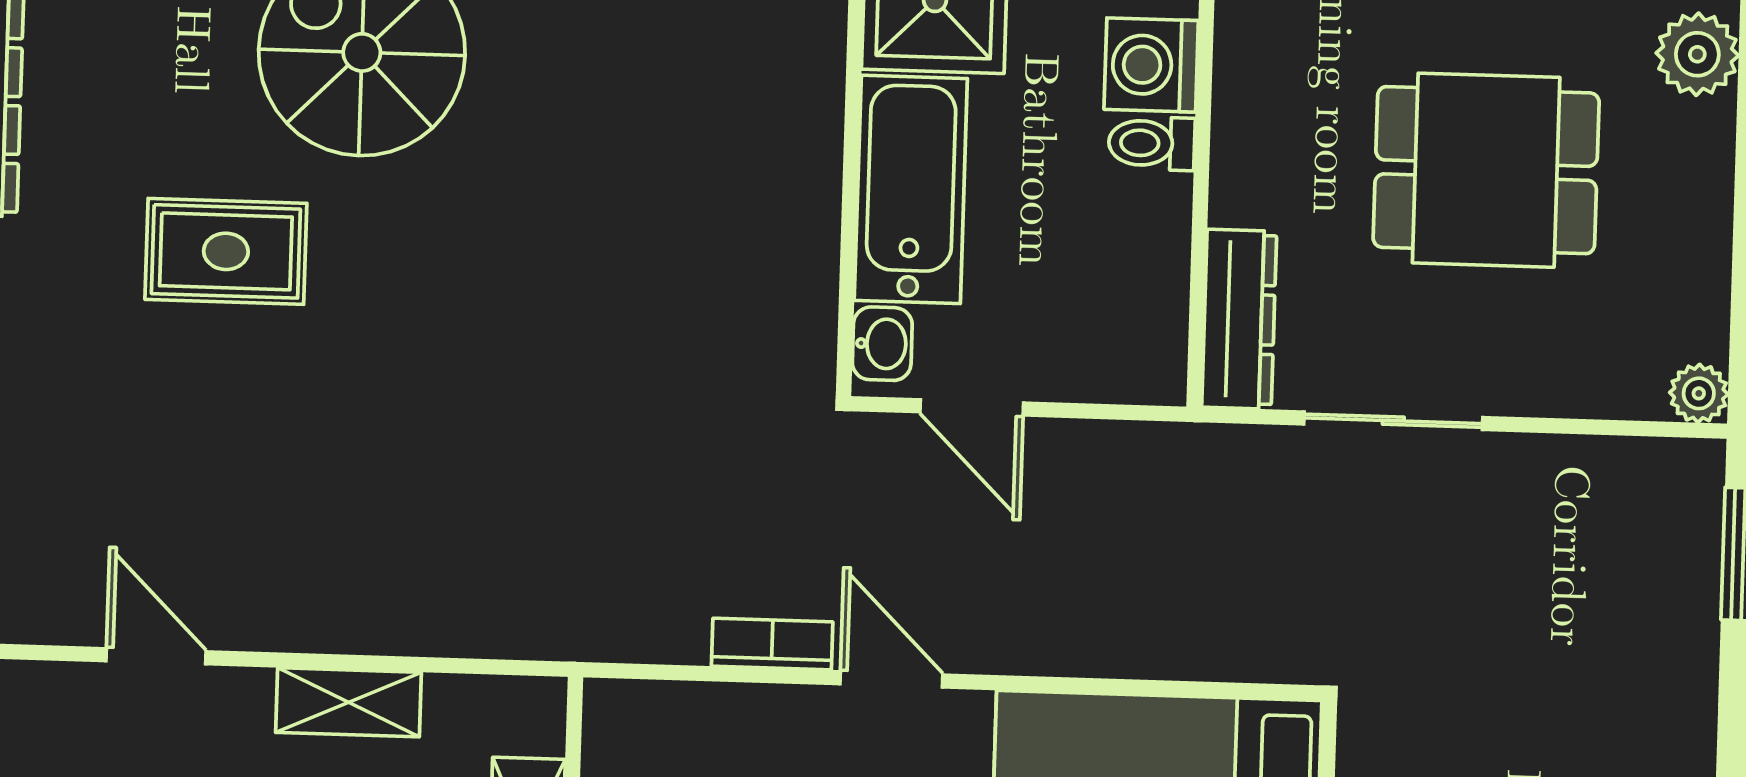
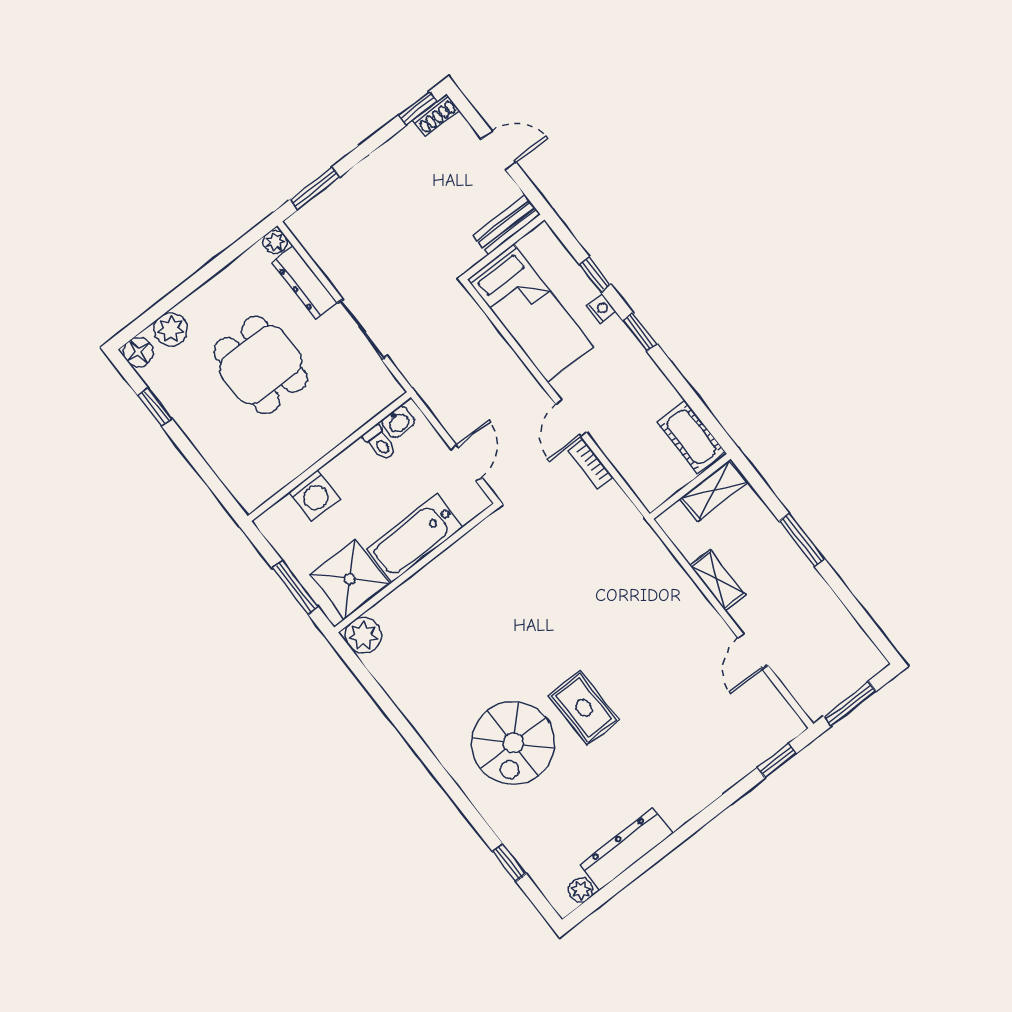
toilet: (1152, 143) -> (380, 443), moved
rug: (226, 251) -> (584, 708), moved
dresser: (1239, 319) -> (304, 283), moved, turned -90
washbasin: (882, 344) -> (398, 422), moved, turned 180

